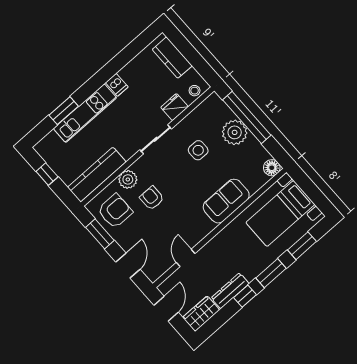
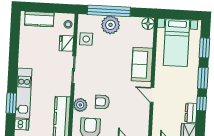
dishwasher: (117, 85) -> (22, 124), moved
side table: (198, 150) -> (86, 39), moved
door: (186, 258) -> (152, 95), moved
dresser: (230, 291) -> (191, 113), width x0.70

